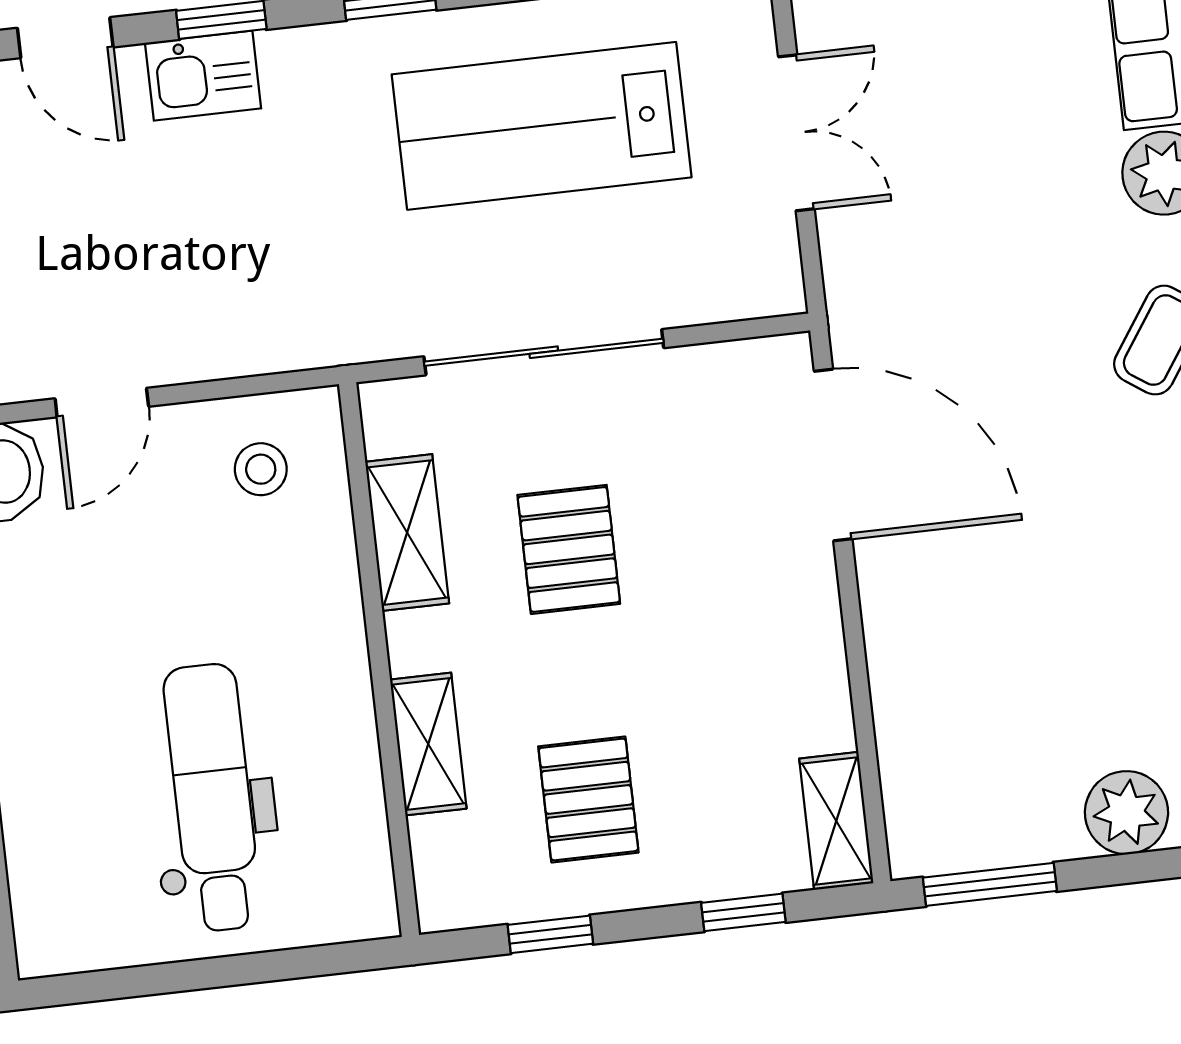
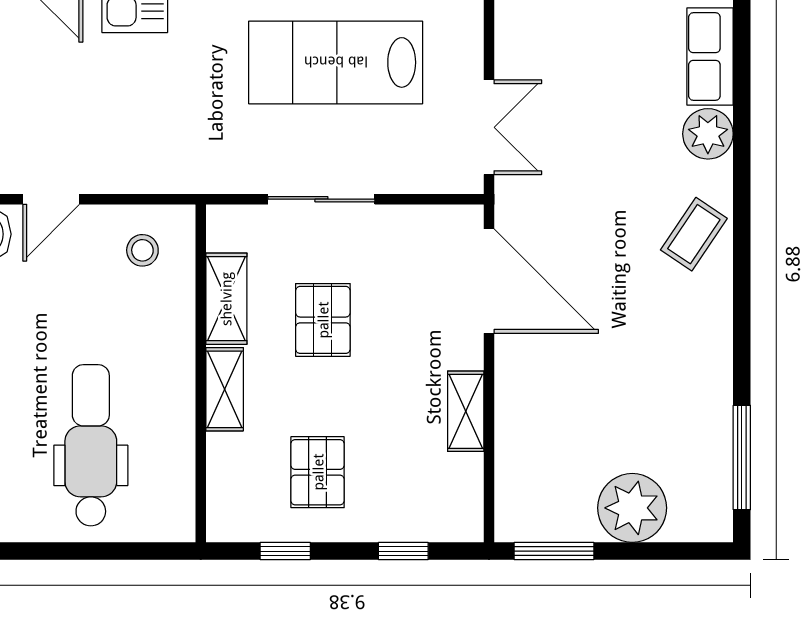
double door: (796, 133) -> (489, 127), moved
sliding door: (544, 352) -> (321, 199), width x0.73
shelving: (428, 744) -> (225, 389), moved
plant: (1126, 813) -> (632, 508), width x1.36, depth x1.36
shelving: (836, 821) -> (466, 411), moved

